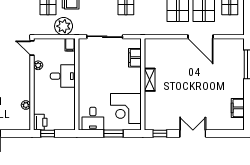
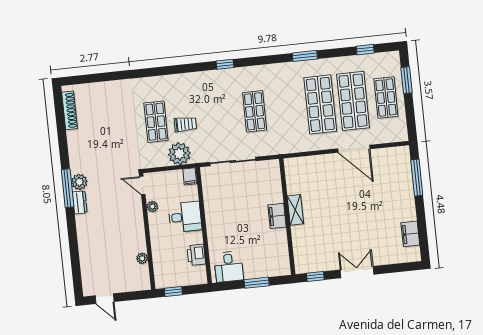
filing cabinet: (135, 58) -> (277, 216), moved
corner desk: (126, 108) -> (269, 249), removed
printer: (40, 122) -> (196, 255), moved, turned 180

